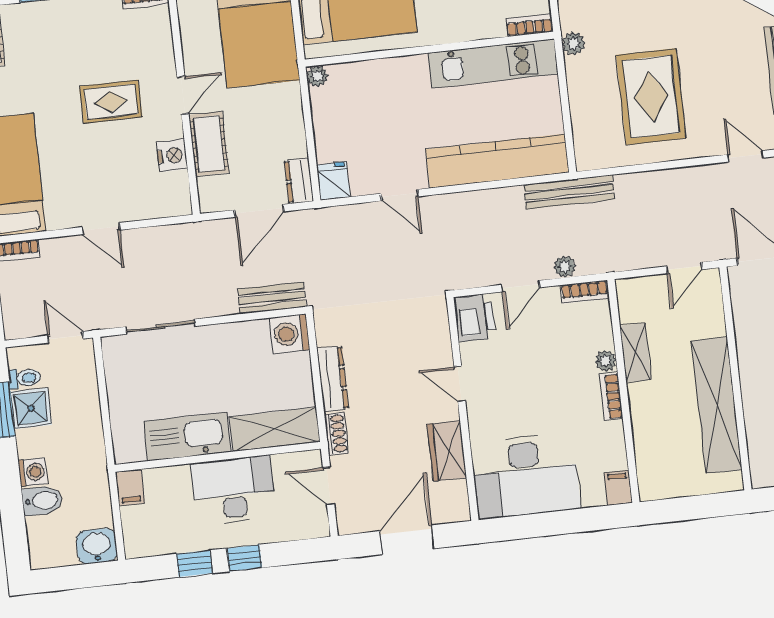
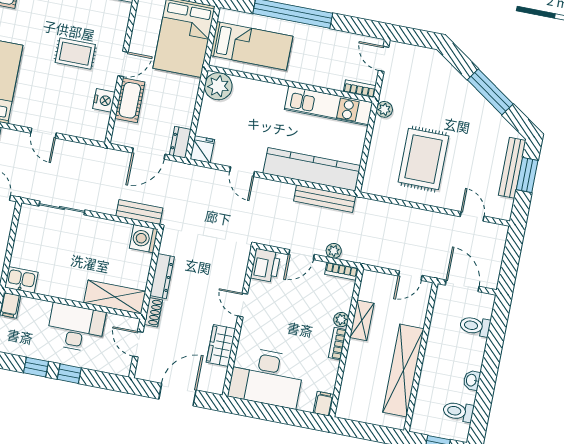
plant: (317, 76) -> (218, 86), width x1.87, depth x1.87
bench: (569, 192) -> (325, 199), moved
kitchen sink: (187, 437) -> (21, 280), moved, width x0.53, depth x0.81

